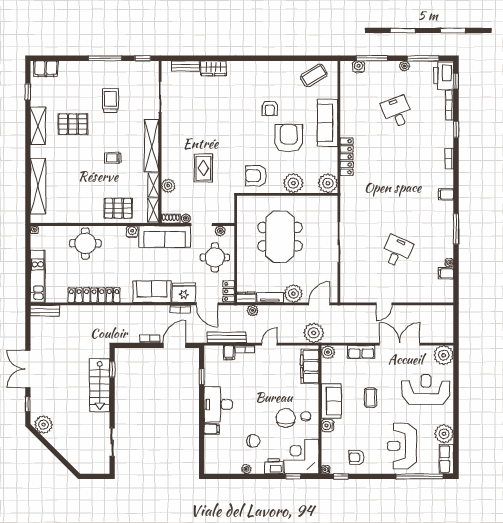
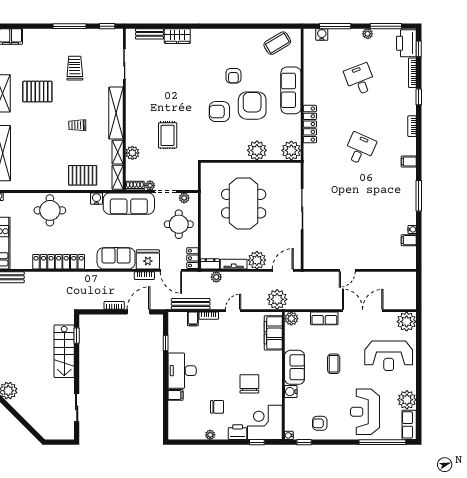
armchair: (256, 176) -> (219, 112), moved
desk: (397, 251) -> (360, 149), moved
reception desk: (426, 390) -> (389, 356), turned 180
chair: (306, 416) -> (269, 382), removed

